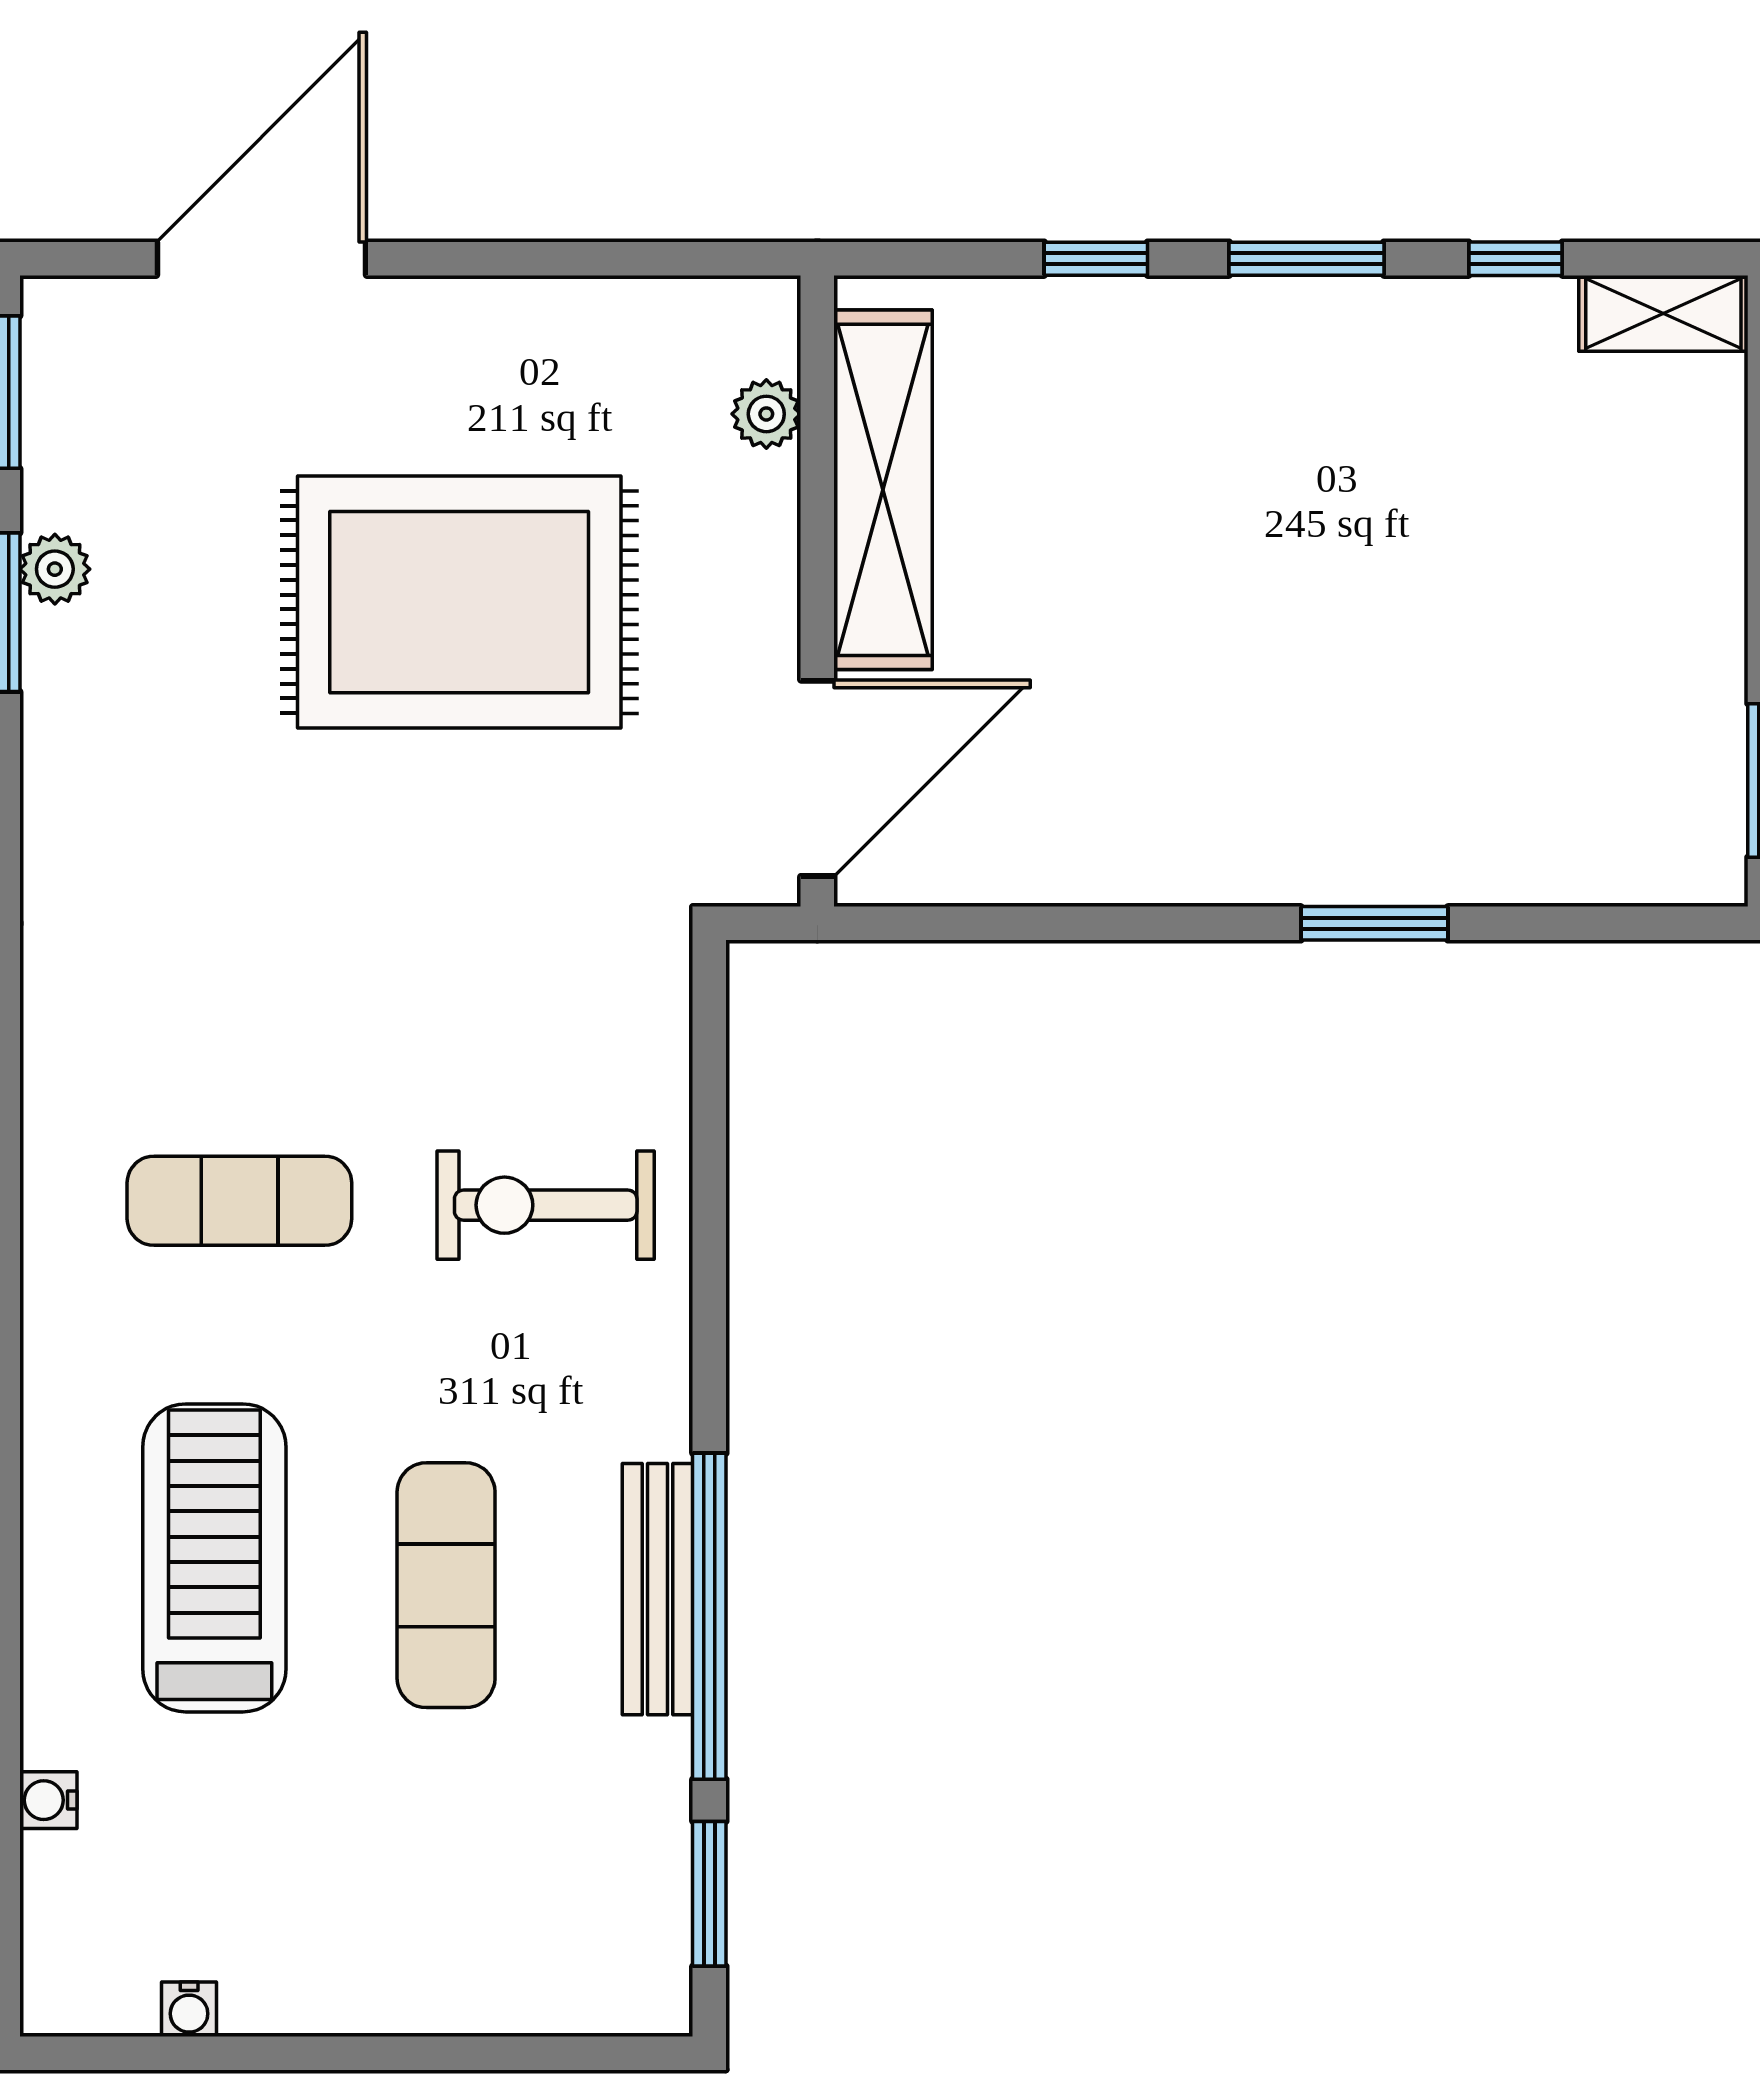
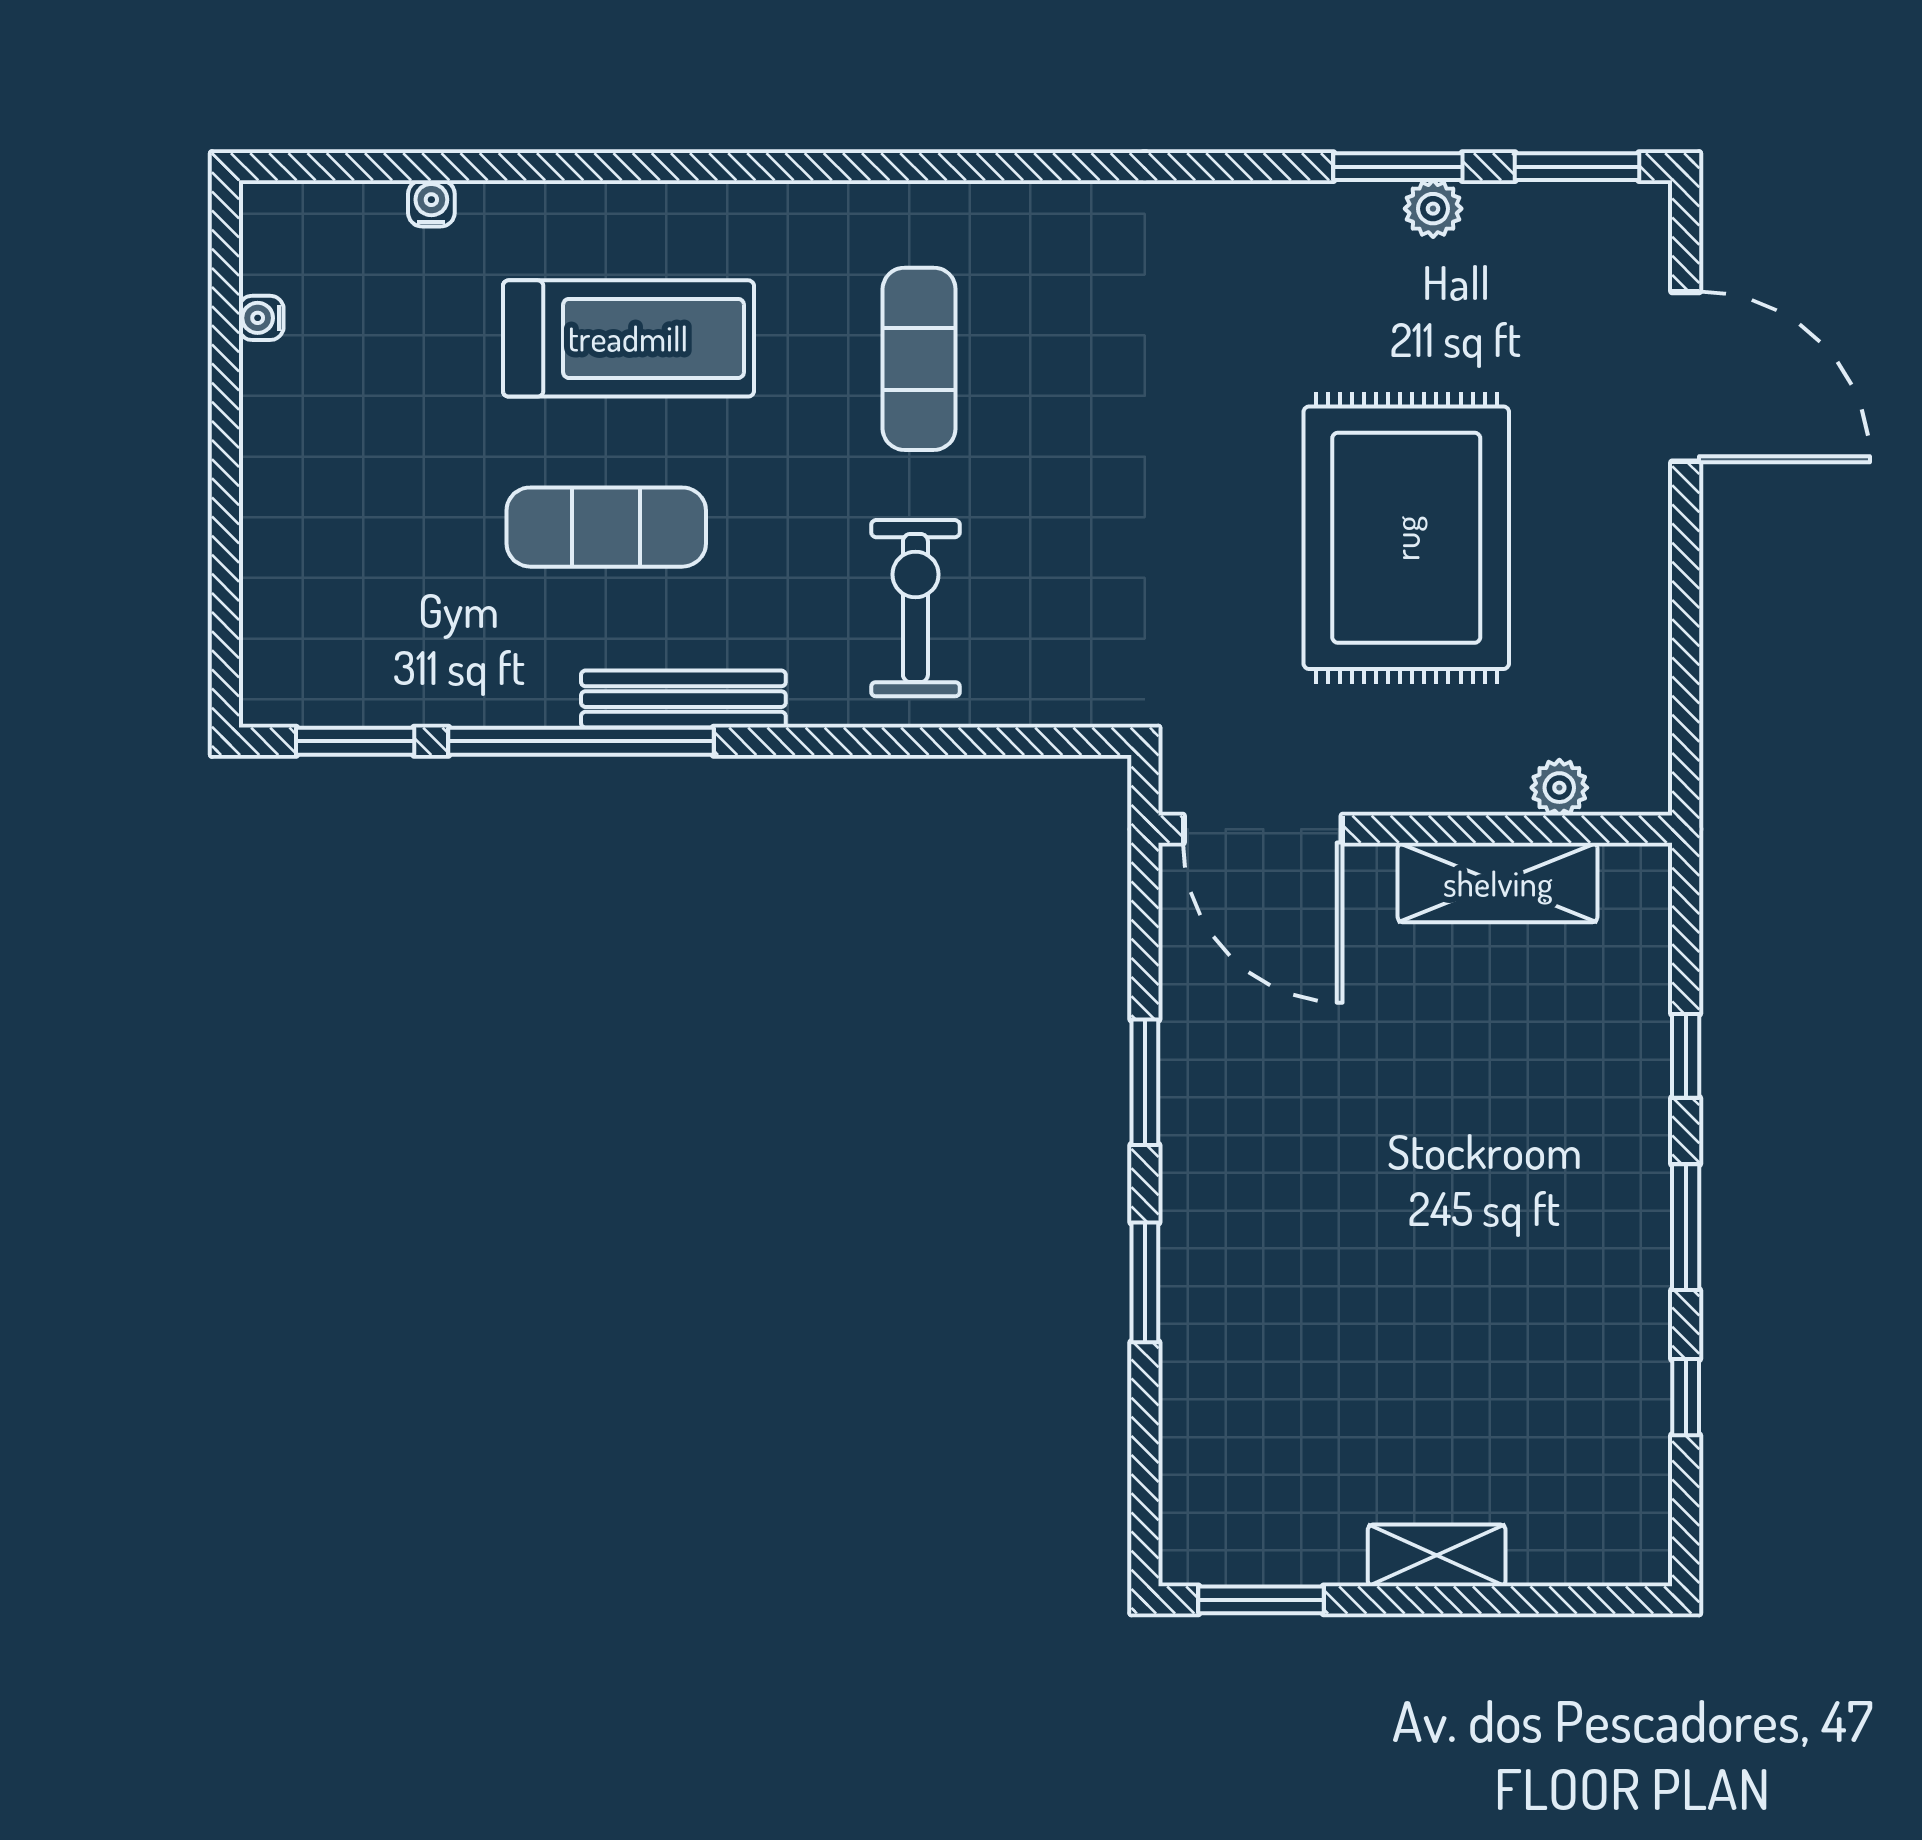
shelving: (1663, 313) -> (1437, 1555), moved, turned 90
shelving: (883, 490) -> (1498, 883), width x0.68
window: (1129, 923) -> (1145, 1082), added
bench: (657, 1589) -> (683, 699), moved

